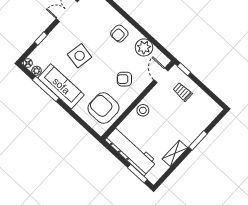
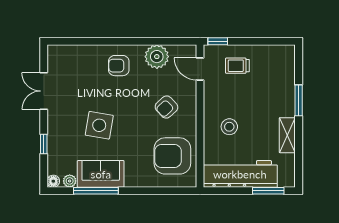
armchair: (119, 34) -> (119, 66), turned 90
sofa: (61, 86) -> (101, 174), width x0.73
stool: (143, 110) -> (229, 127), moved

